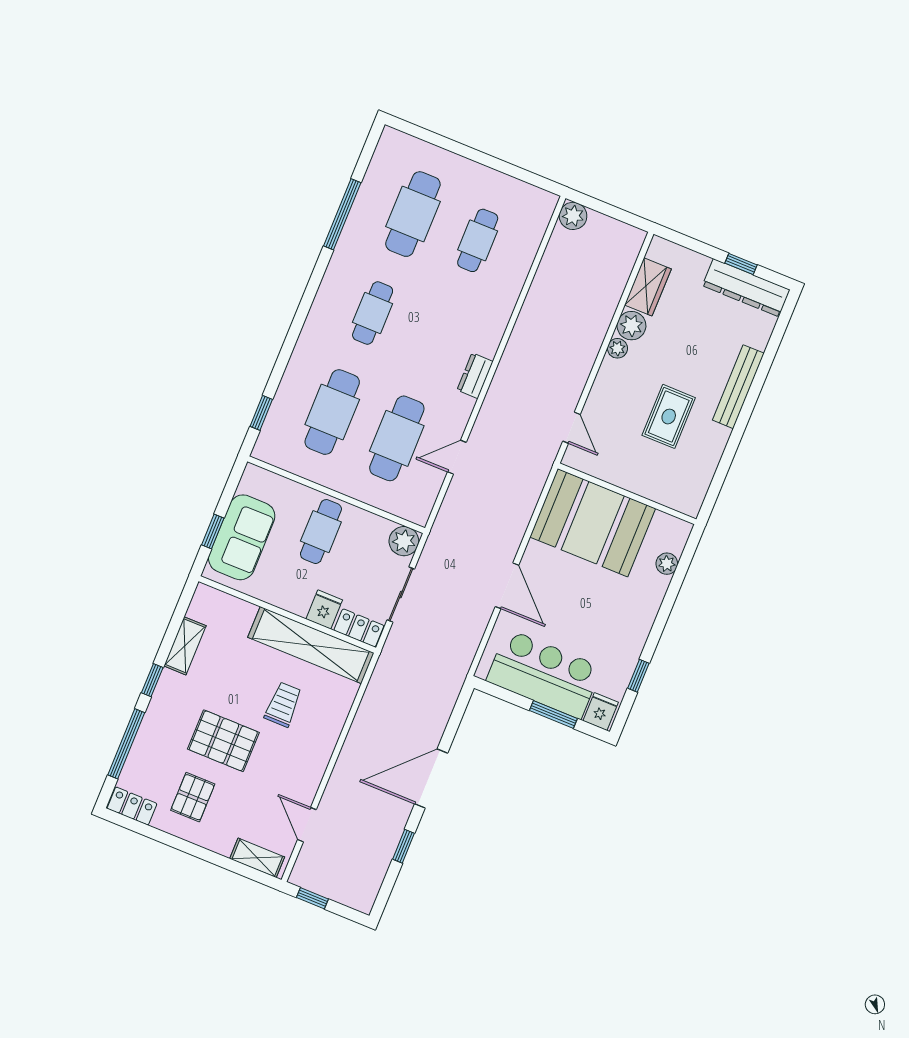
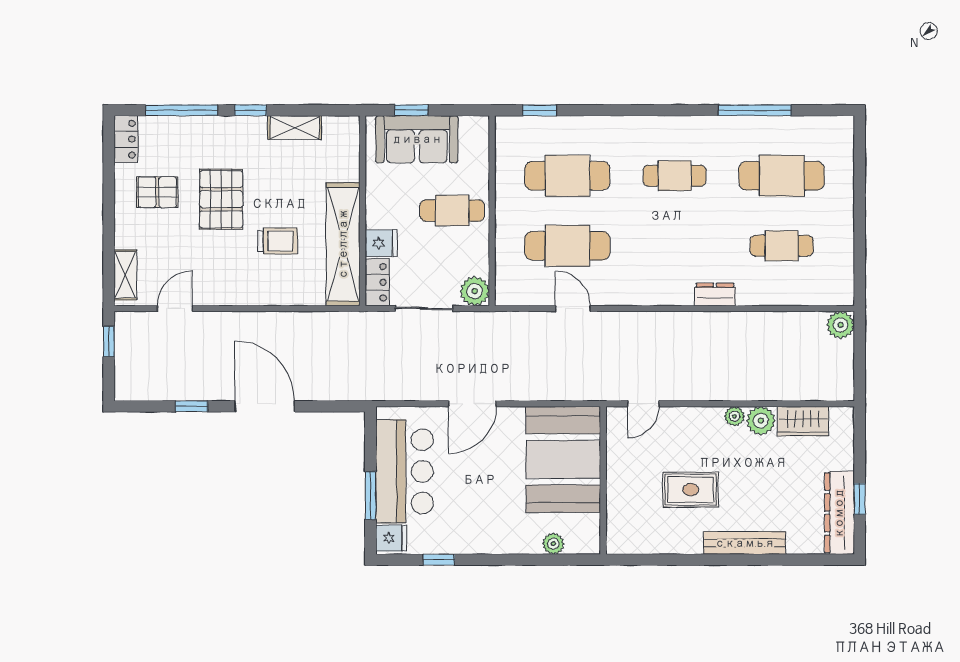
dresser: (475, 376) -> (715, 294), moved

